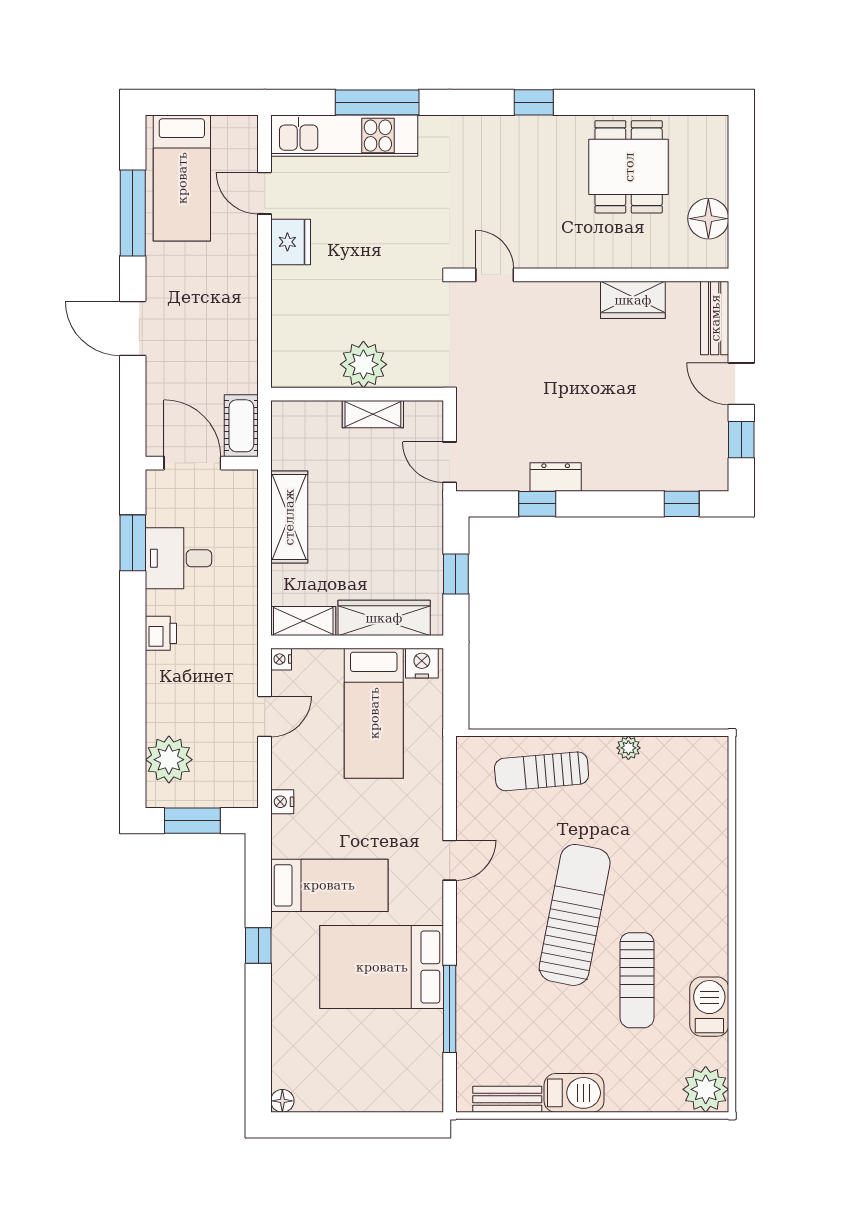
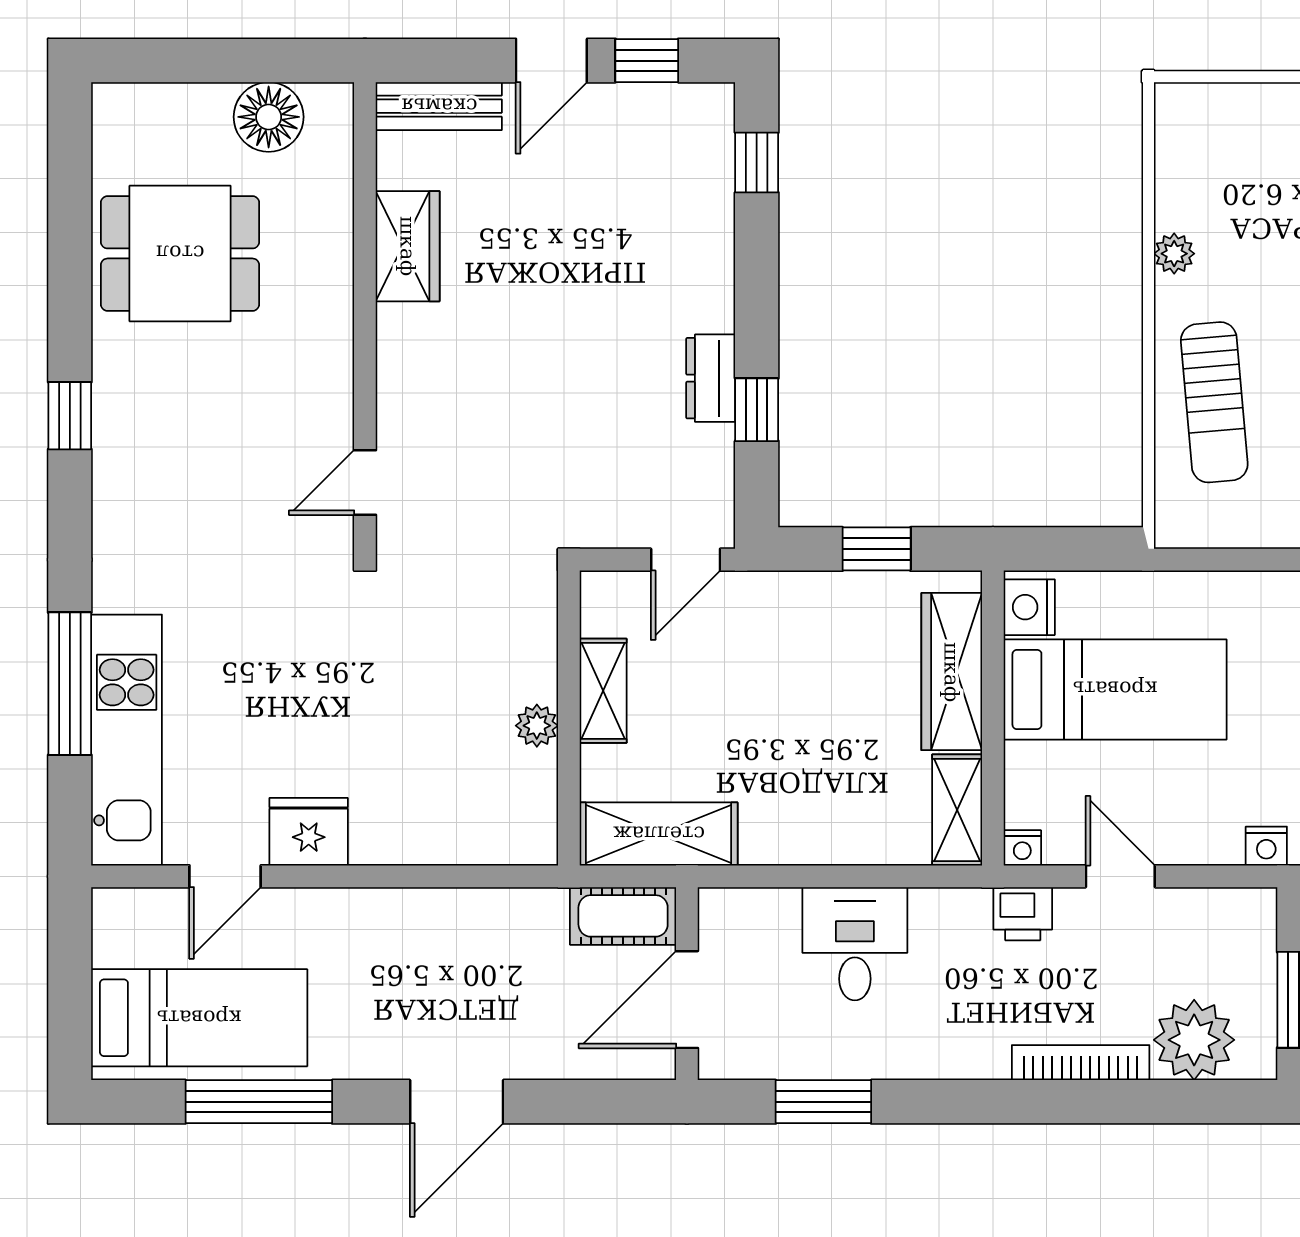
plant: (363, 364) -> (537, 726), width x0.53, depth x0.53
shelving: (289, 517) -> (659, 834), moved
desk: (178, 558) -> (855, 944), moved, turned 180
printer: (161, 633) -> (1023, 914), moved, turned 180
bookcase: (156, 693) -> (1081, 1063), added

